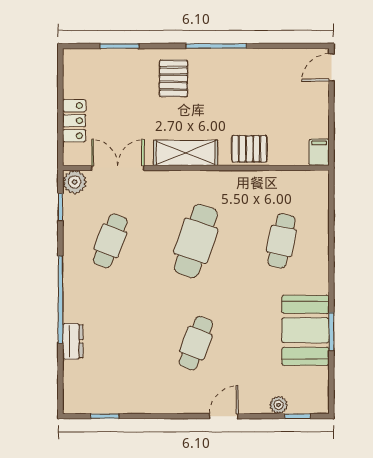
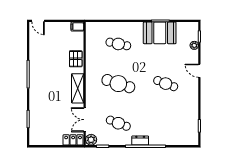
pallet: (173, 78) -> (43, 94), removed
locker: (74, 121) -> (73, 140), moved
dresser: (73, 341) -> (140, 141), moved

